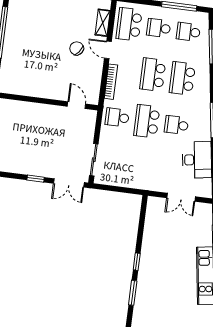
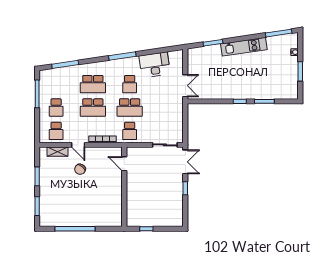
school desk: (129, 24) -> (56, 131), width x0.54
school desk: (188, 32) -> (56, 84), removed
door: (108, 50) -> (78, 145), hinge flipped
door: (76, 105) -> (124, 164), hinge flipped
double door: (181, 197) -> (185, 86), moved

